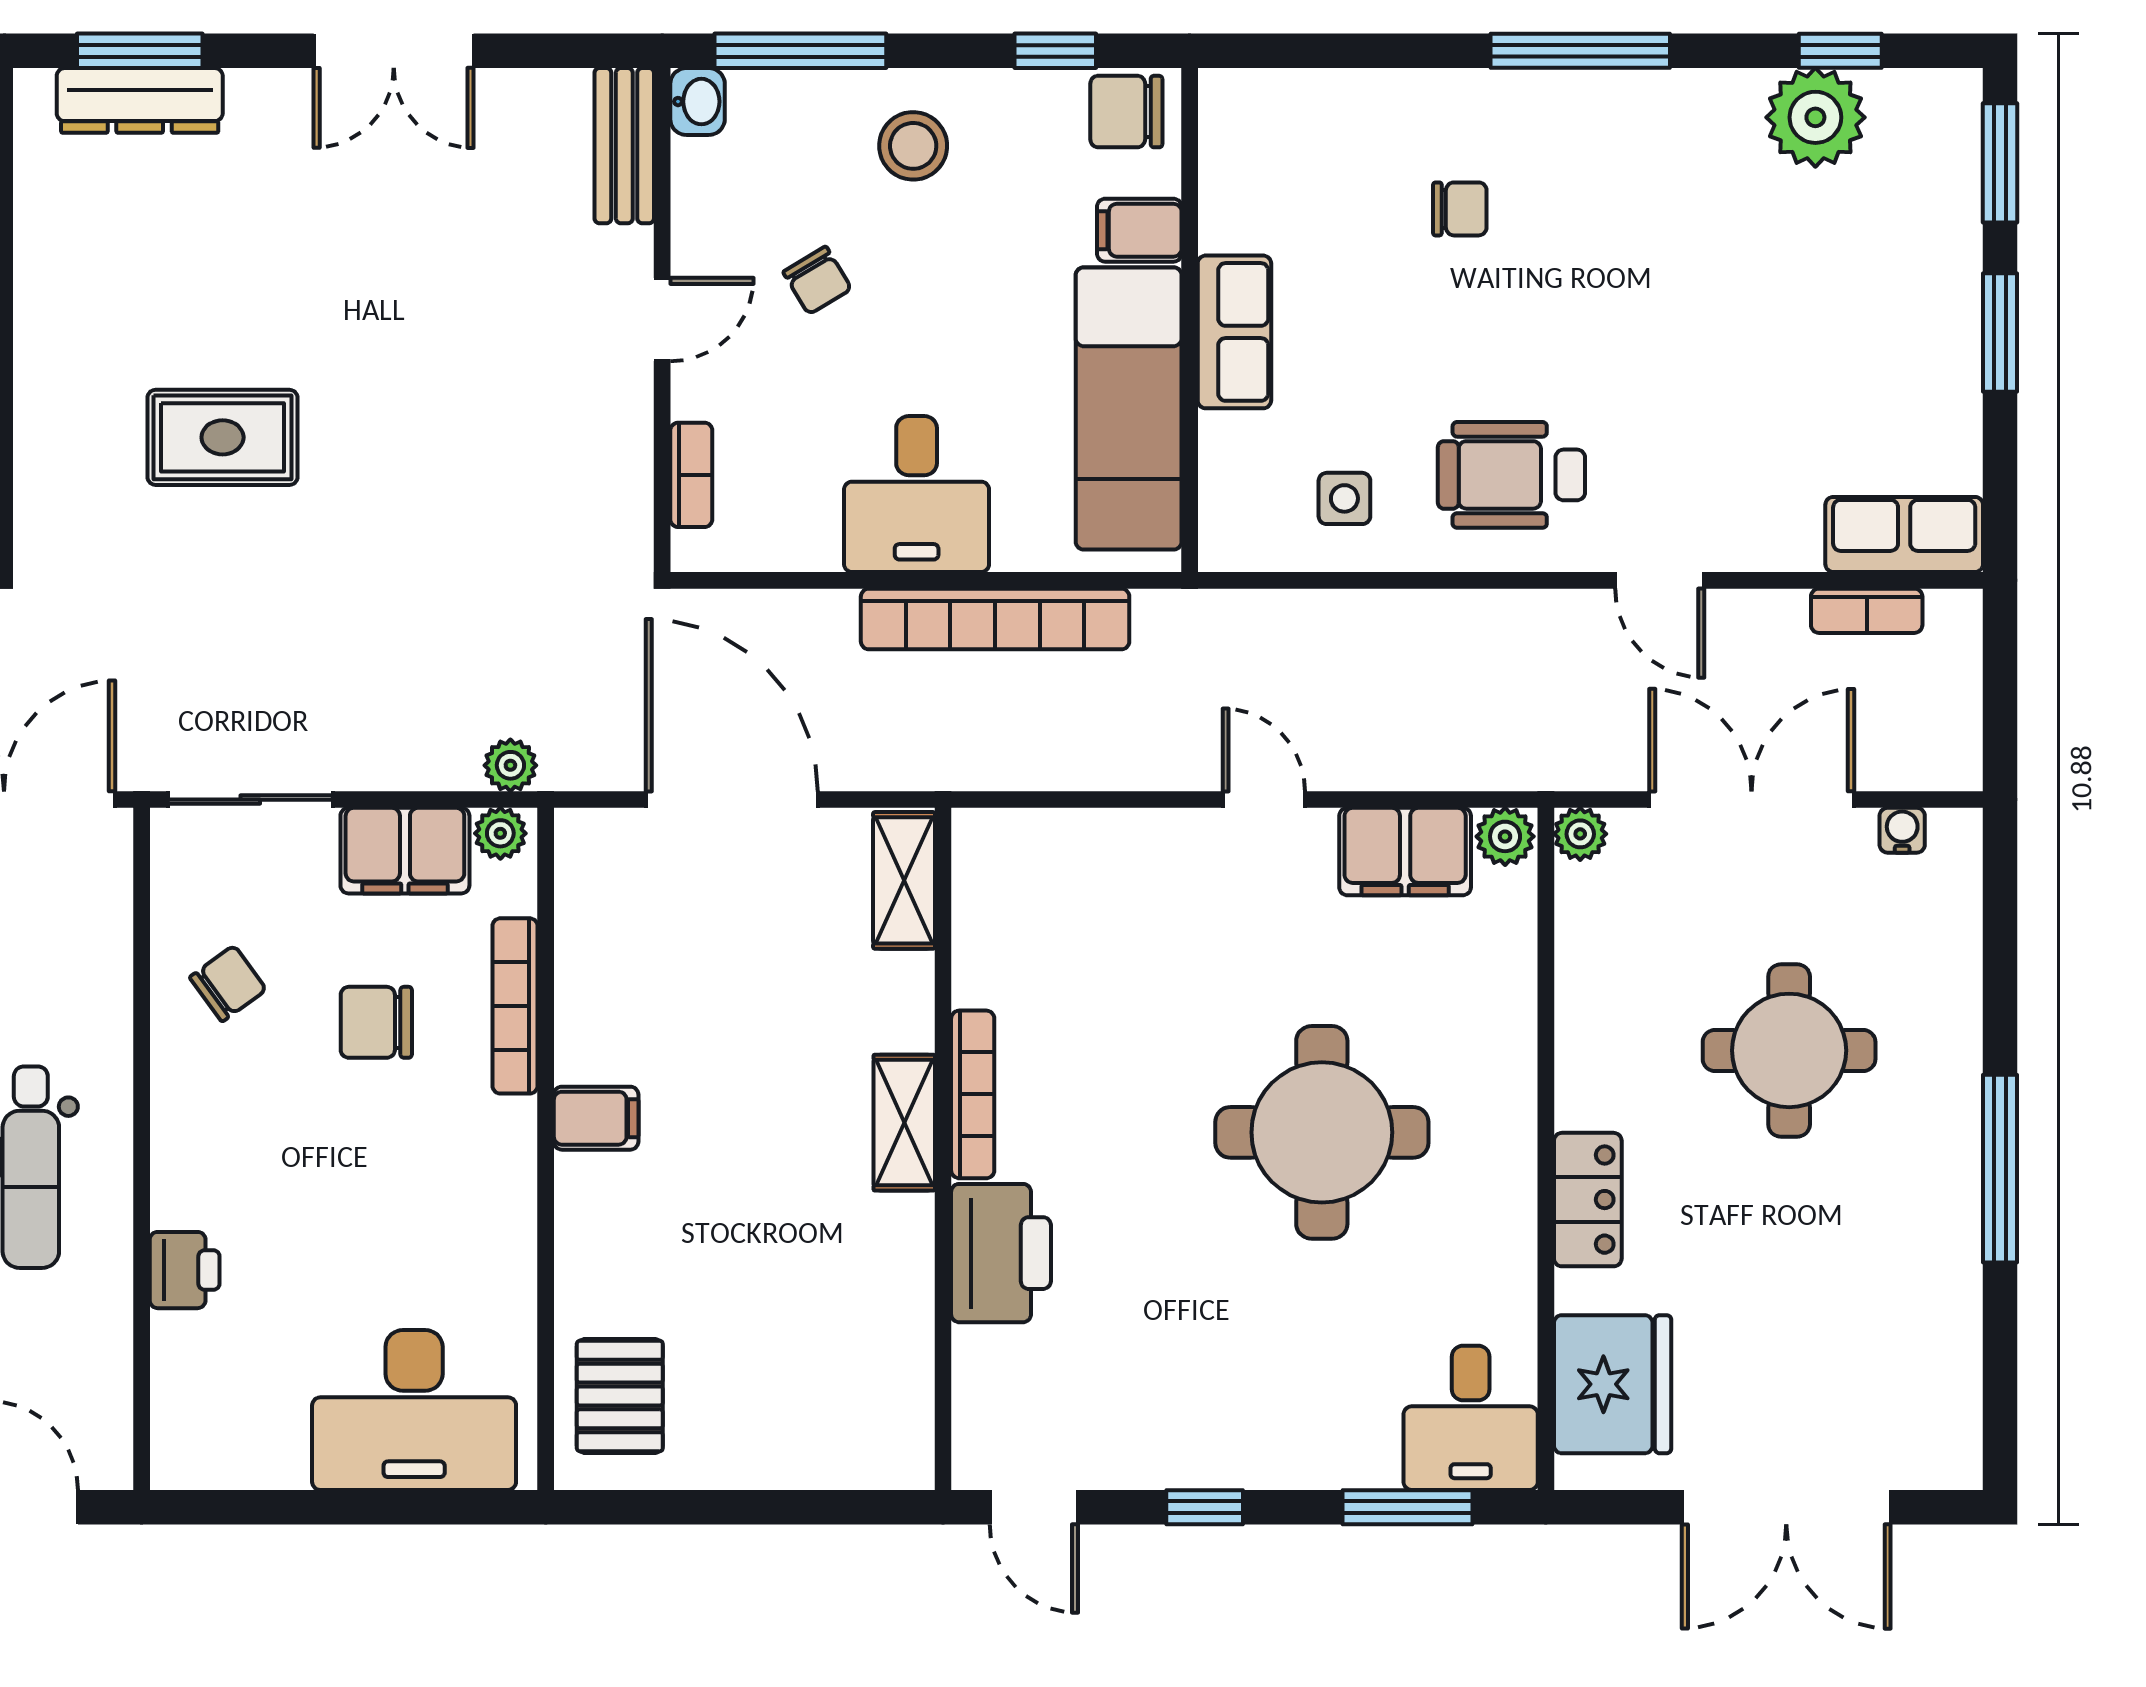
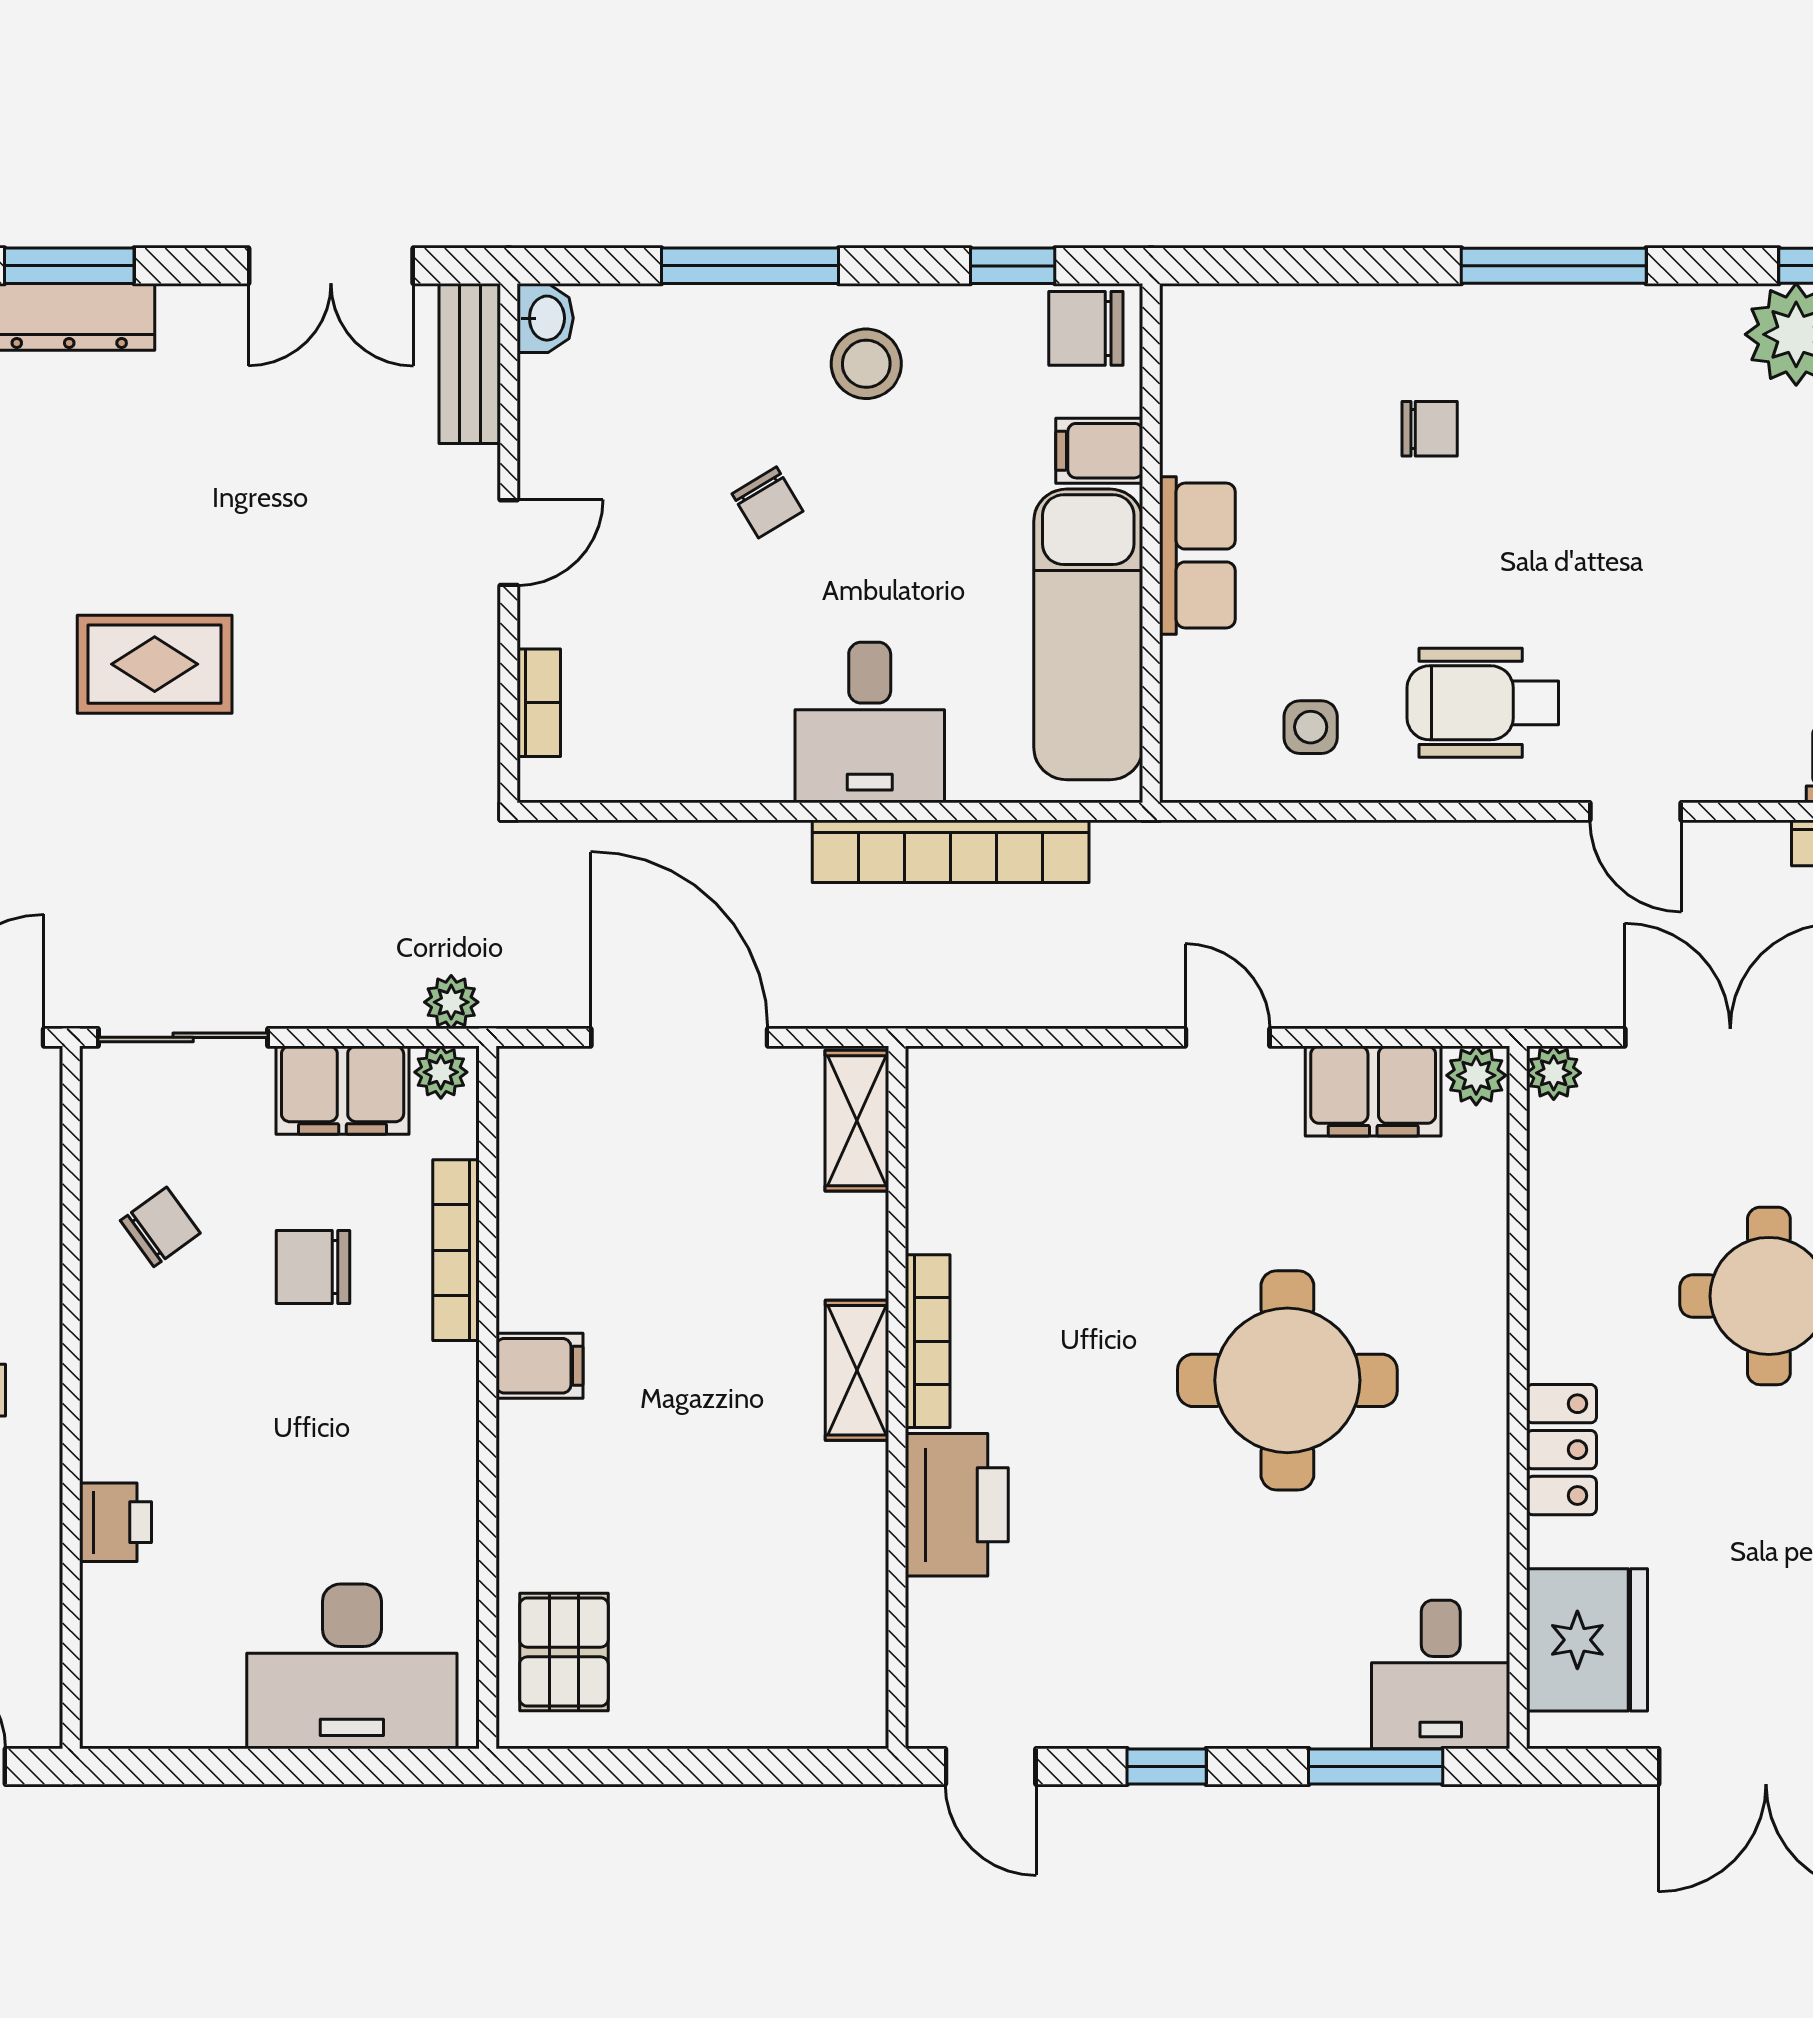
washbasin: (698, 102) -> (545, 318), moved
bench: (624, 146) -> (470, 364), moved
door: (662, 319) -> (509, 543), moved
wall: (662, 320) -> (509, 543), moved
bookcase: (691, 475) -> (539, 703), moved

